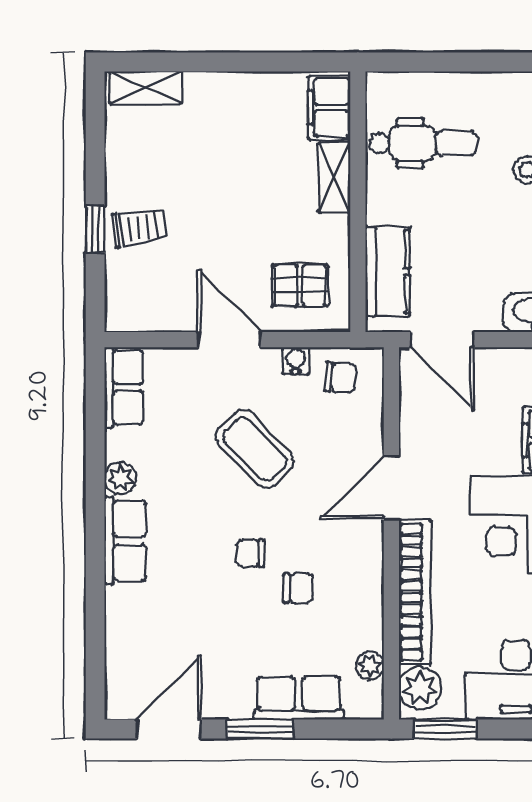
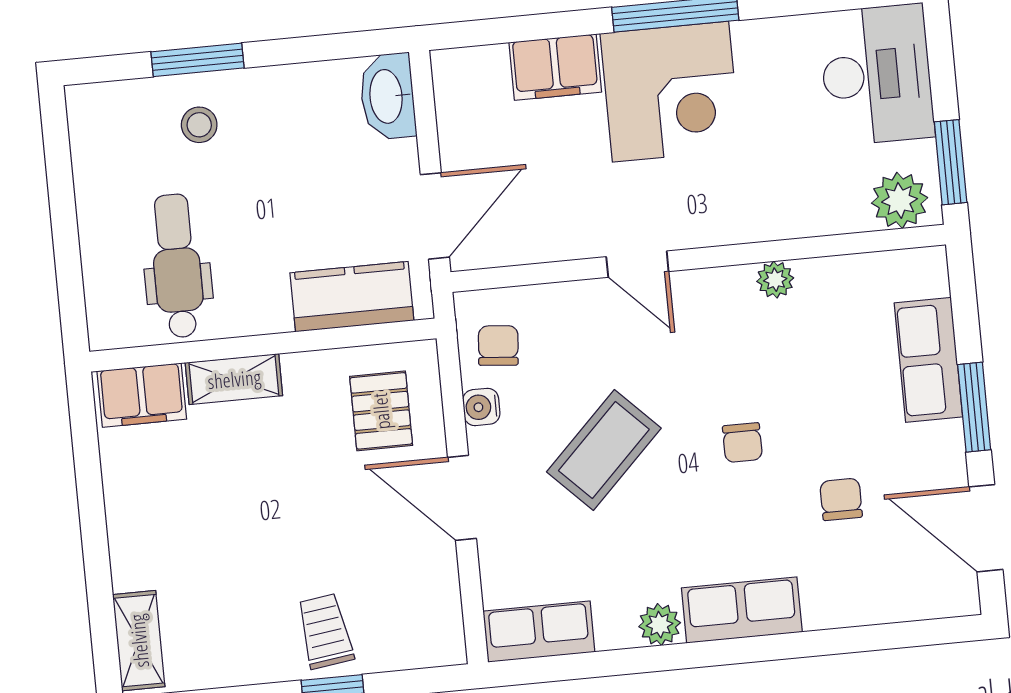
door: (229, 340) -> (462, 498), hinge flipped
door: (391, 488) -> (637, 264), width x0.73
chair: (298, 588) -> (841, 499), moved
bookcase: (415, 592) -> (773, 219), removed
plant: (370, 666) -> (775, 280), moved

